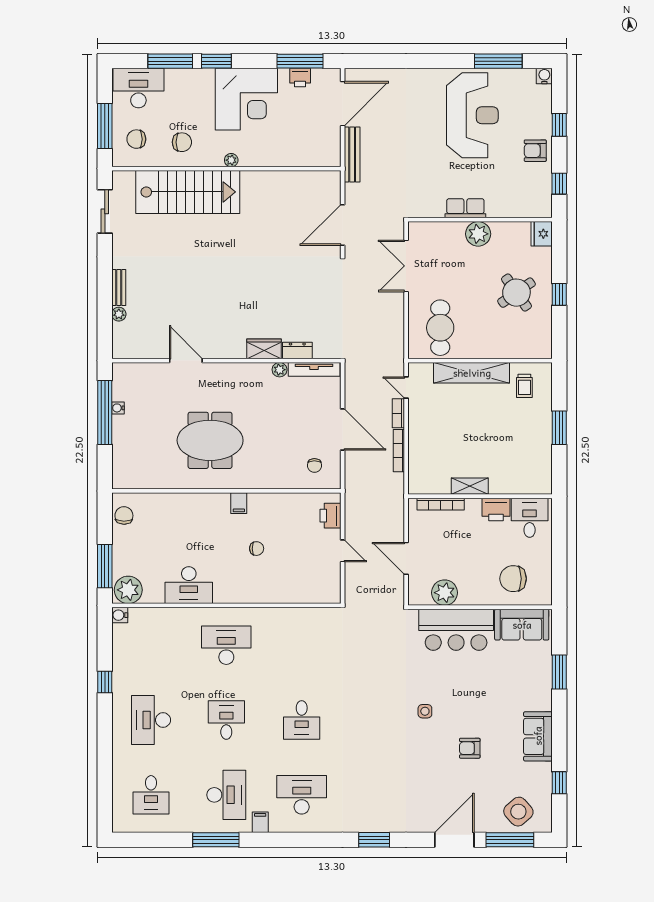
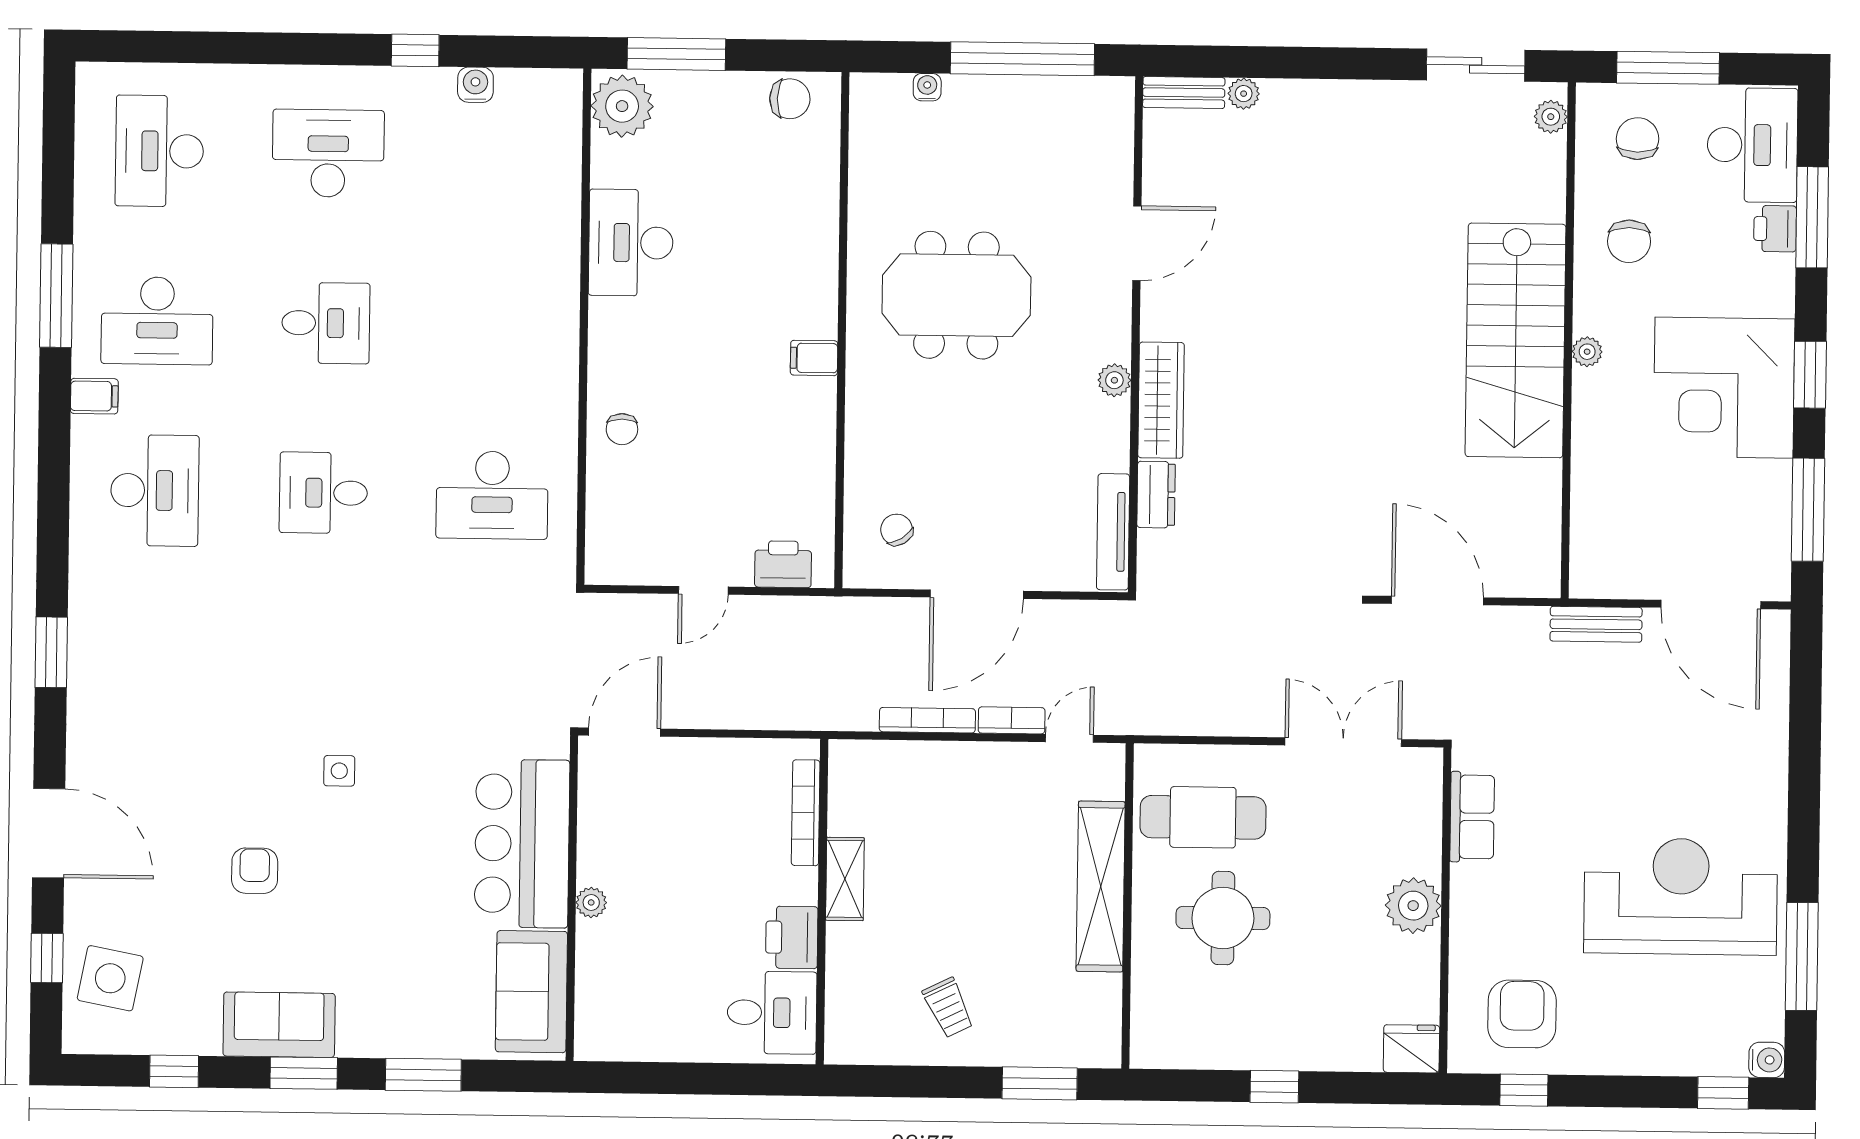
window: (216, 61) -> (1810, 375), moved
printer: (300, 77) -> (1775, 229), moved
reception desk: (472, 115) -> (1681, 896), turned 180
window: (559, 125) -> (1723, 1093), moved
armchair: (535, 151) -> (1522, 1014), moved, width x1.38, depth x1.38
bench: (352, 154) -> (1596, 624), width x0.73
plant: (127, 178) -> (1551, 117), added
stairs: (188, 192) -> (1516, 340), moved
row of seats: (465, 208) -> (1472, 817), moved
bench: (119, 288) -> (1184, 93), moved
round table: (516, 293) -> (1223, 918), moved, turned 35
wardrobe: (264, 349) -> (1161, 400), width x1.50
plant: (280, 370) -> (1114, 380), moved
trolley: (524, 386) -> (948, 1008), moved, turned -116
water cooler: (118, 408) -> (927, 87), moved
window: (559, 428) -> (1040, 1083), moved
meeting table: (210, 440) -> (956, 295), turned 90
chair: (314, 465) -> (897, 530), turned 58
chair: (257, 549) -> (622, 429), moved
door: (406, 558) -> (625, 732), moved
chair: (513, 579) -> (635, 974), removed
plant: (445, 593) -> (591, 902), moved, width x0.53, depth x0.53
water cooler: (120, 615) -> (475, 85), moved
desk: (226, 645) -> (492, 495), moved, turned 90
window: (559, 725) -> (304, 1073), added
desk: (151, 795) -> (159, 151), width x1.37
side table: (518, 812) -> (110, 978), turned -38
window: (510, 840) -> (47, 958), width x0.46

